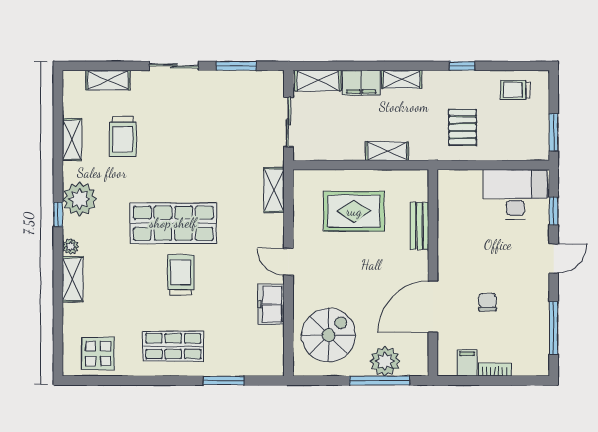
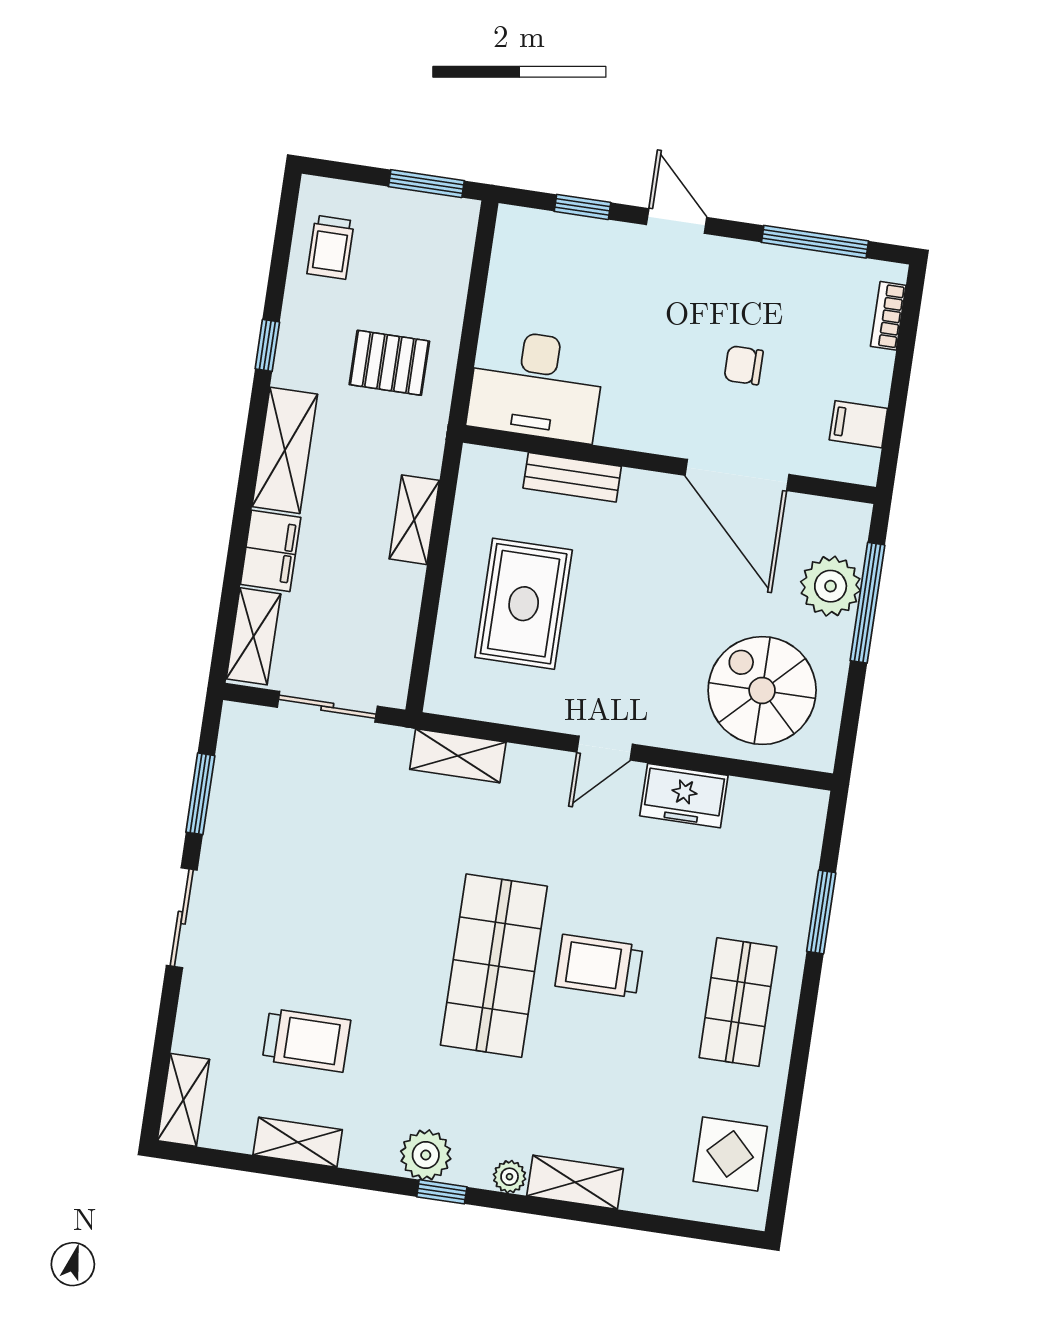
shelving: (402, 79) -> (285, 450), width x1.50, depth x1.33
shelving: (108, 80) -> (183, 1100), moved
desk: (515, 194) -> (536, 385), moved, turned -90
plant: (80, 199) -> (426, 1155), width x0.73, depth x0.73
bookcase: (495, 370) -> (888, 316), moved

